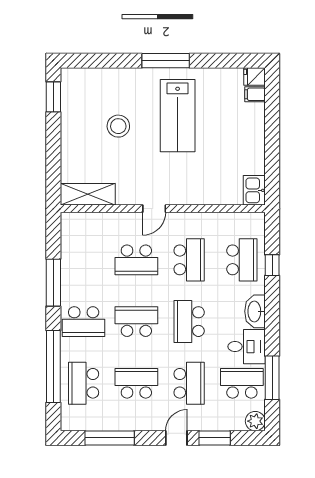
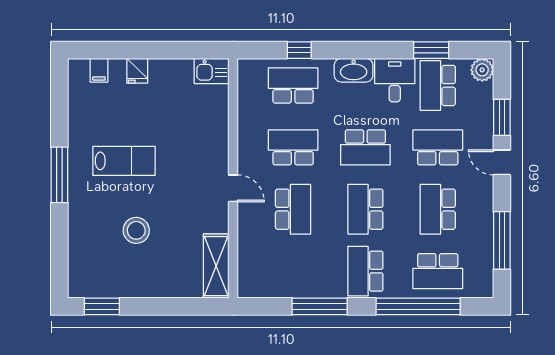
fridge: (254, 76) -> (137, 71), moved
lab bench: (178, 116) -> (124, 161), width x0.73, depth x0.72
school desk: (84, 322) -> (365, 271), turned 180
window: (272, 378) -> (431, 50), width x0.69

